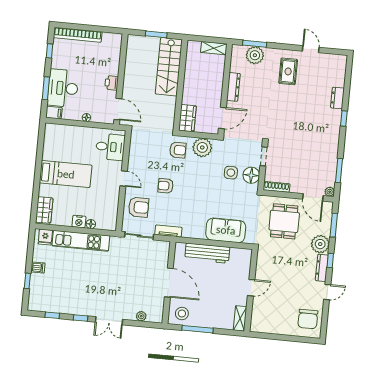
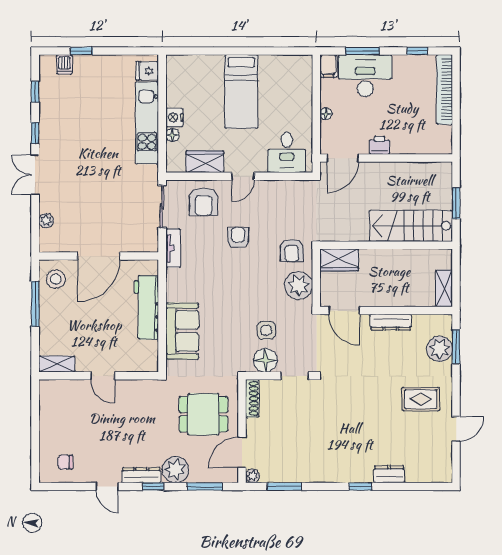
wardrobe: (44, 210) -> (205, 162), moved, turned 180
dishwasher: (38, 267) -> (64, 64), moved
chair: (308, 319) -> (65, 462), width x0.54, depth x0.54

